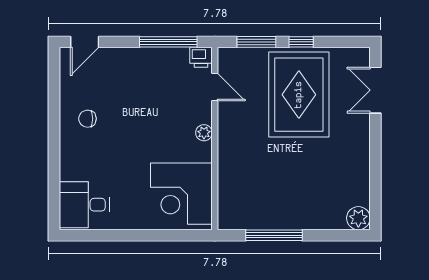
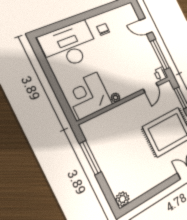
door: (85, 42) -> (146, 26), moved
plant: (204, 133) -> (115, 98), moved
desk: (84, 205) -> (70, 45), width x1.87, depth x1.30

